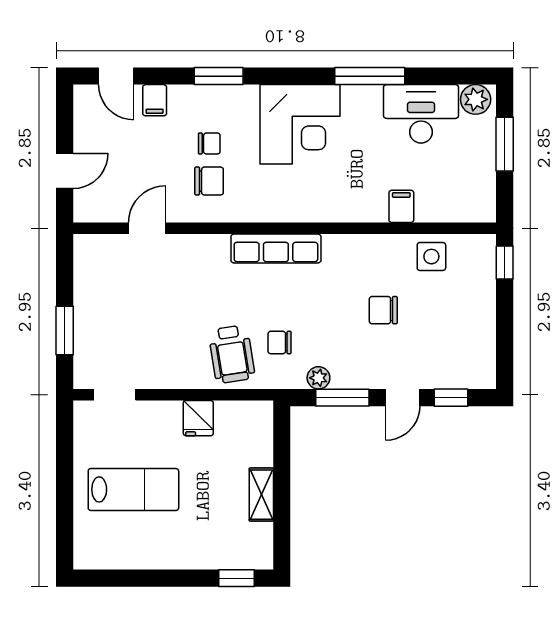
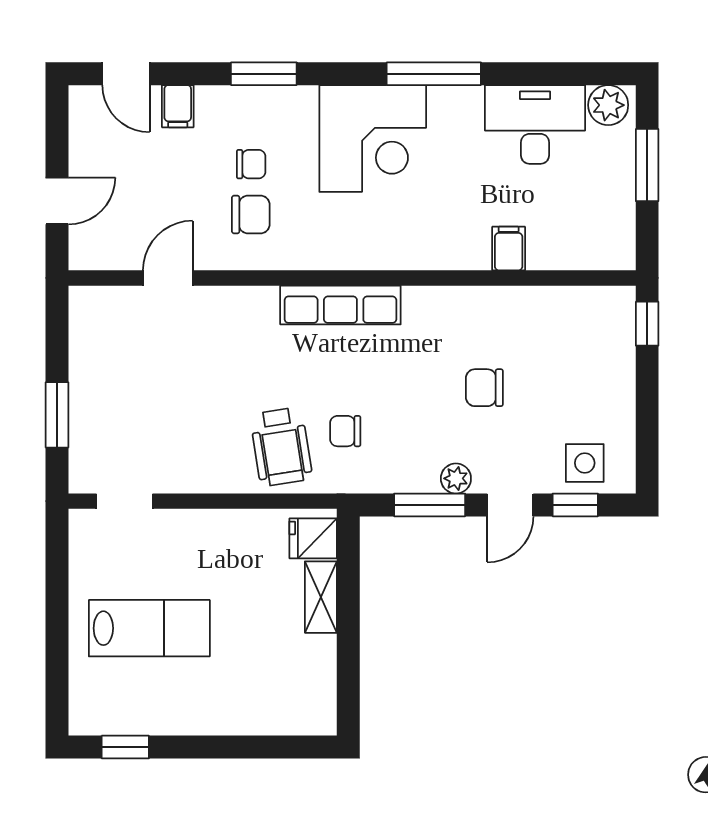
window: (370, 76) -> (434, 74), moved
side table: (431, 257) -> (585, 463), moved
plant: (318, 378) -> (456, 478), moved
fridge: (198, 418) -> (313, 538), moved, turned 90
shelving: (261, 495) -> (321, 597), moved
window: (237, 578) -> (125, 747), moved

